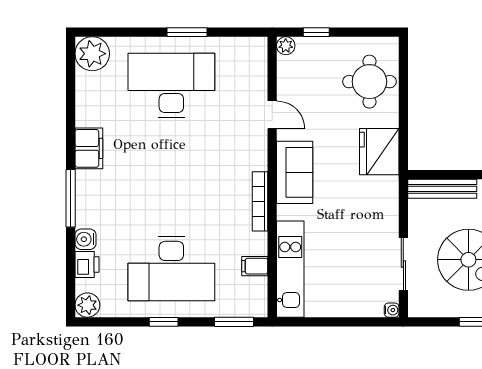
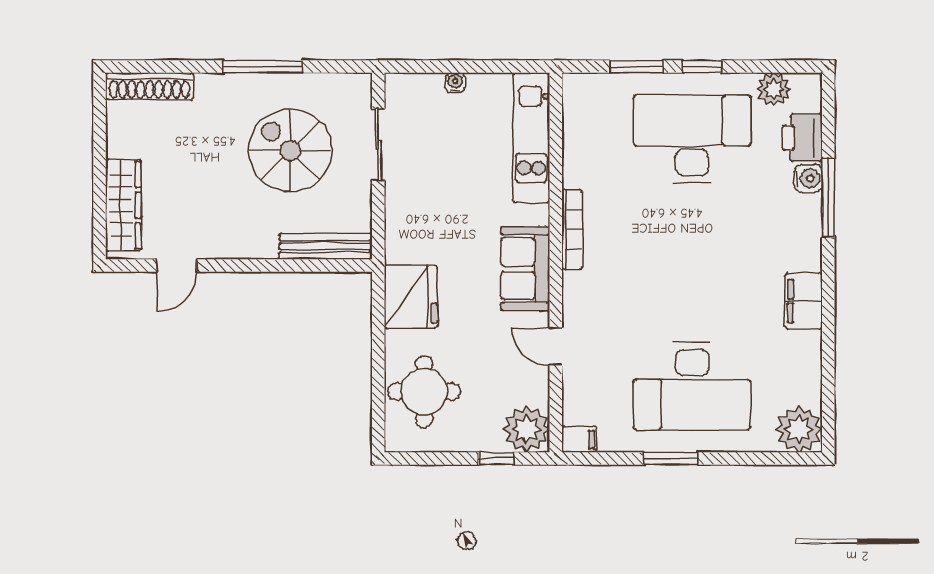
plant: (286, 46) -> (527, 429), width x1.87, depth x1.87
window: (71, 198) -> (828, 198), moved
printer: (87, 264) -> (802, 138), width x1.36, depth x1.24
filing cabinet: (255, 266) -> (579, 439), moved
plant: (87, 305) -> (774, 89), moved
water cooler: (392, 310) -> (455, 83), moved, turned 90
window: (234, 322) -> (637, 67), moved

